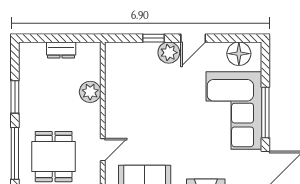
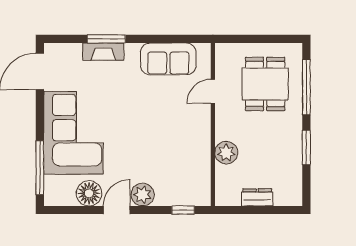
window: (154, 38) -> (183, 210), moved
floor lamp: (239, 54) -> (89, 193), moved
window: (265, 113) -> (40, 168), moved

